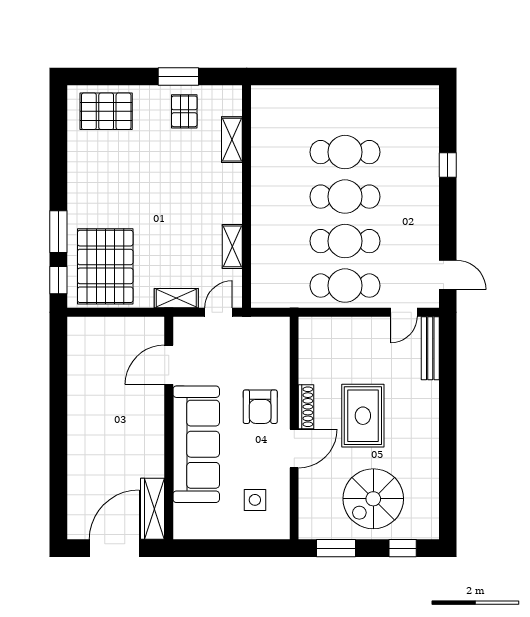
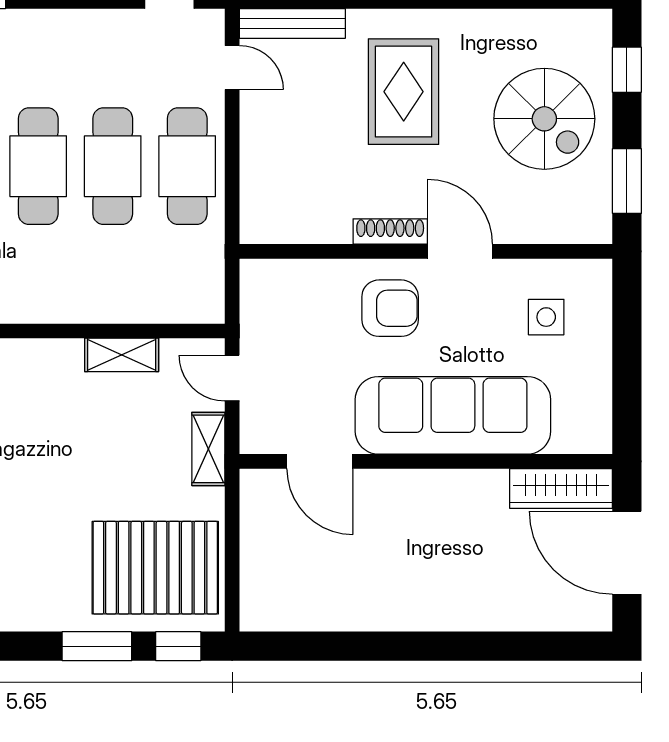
rug: (363, 416) -> (404, 92), moved, turned 90

